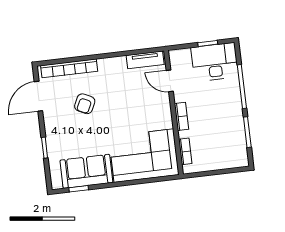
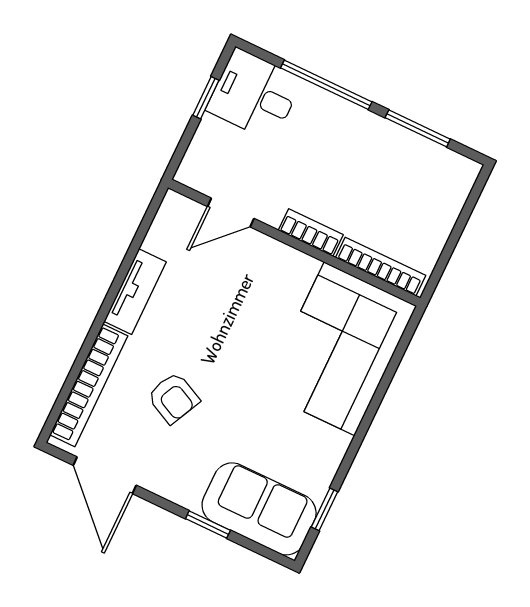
tv unit: (145, 60) -> (135, 292), moved
desk: (215, 62) -> (254, 95), width x0.73
bookcase: (185, 151) -> (381, 267), width x1.56
sofa: (86, 171) -> (259, 509), moved, turned 90

